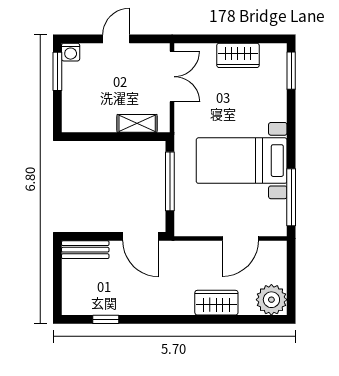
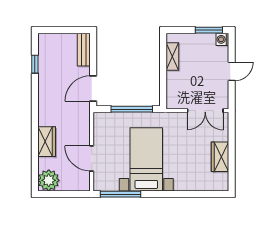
door: (116, 39) -> (232, 71), hinge flipped
window: (291, 71) -> (209, 194), removed
shelving: (137, 123) -> (172, 57), moved

